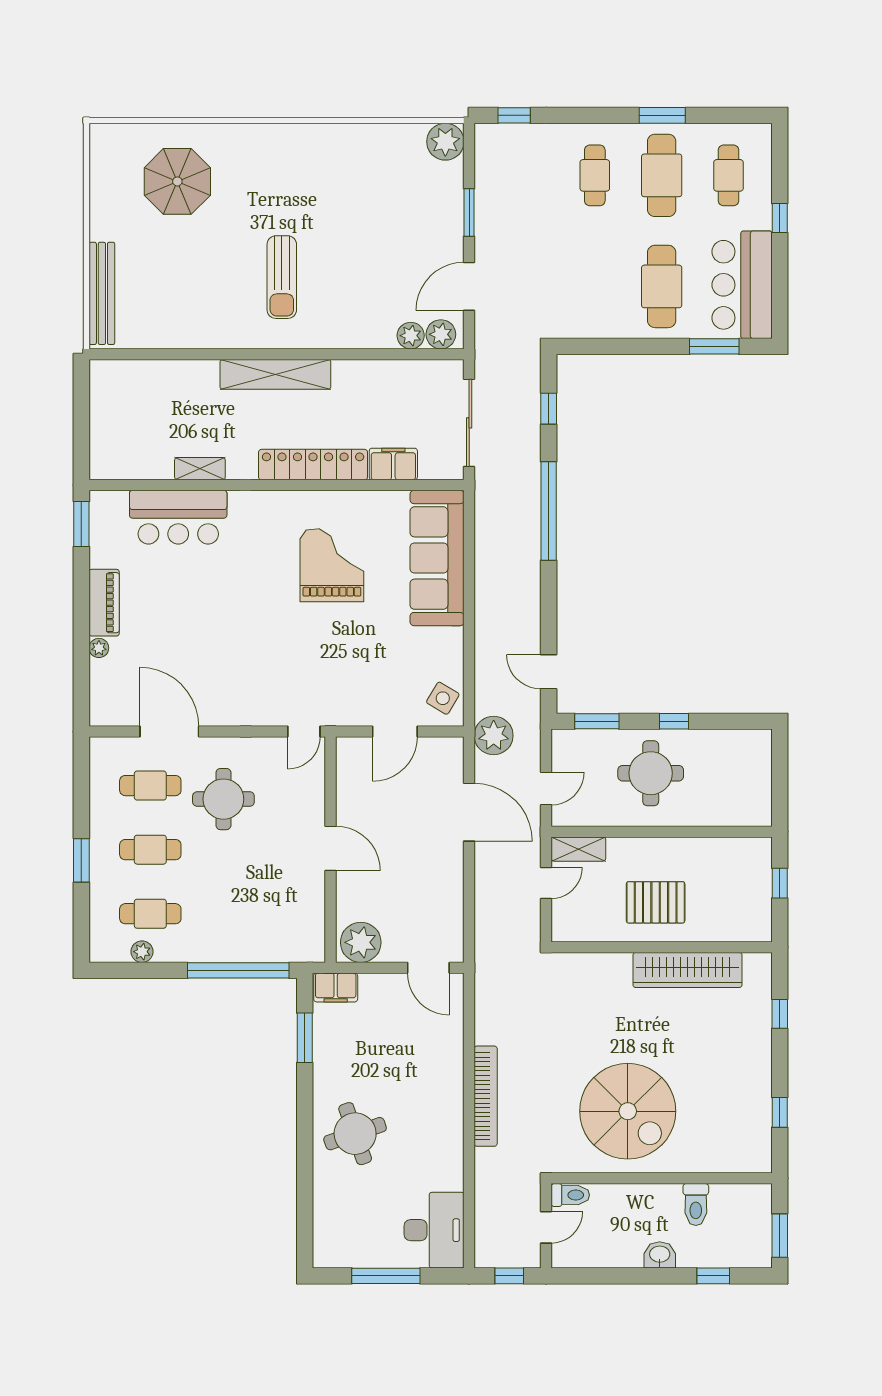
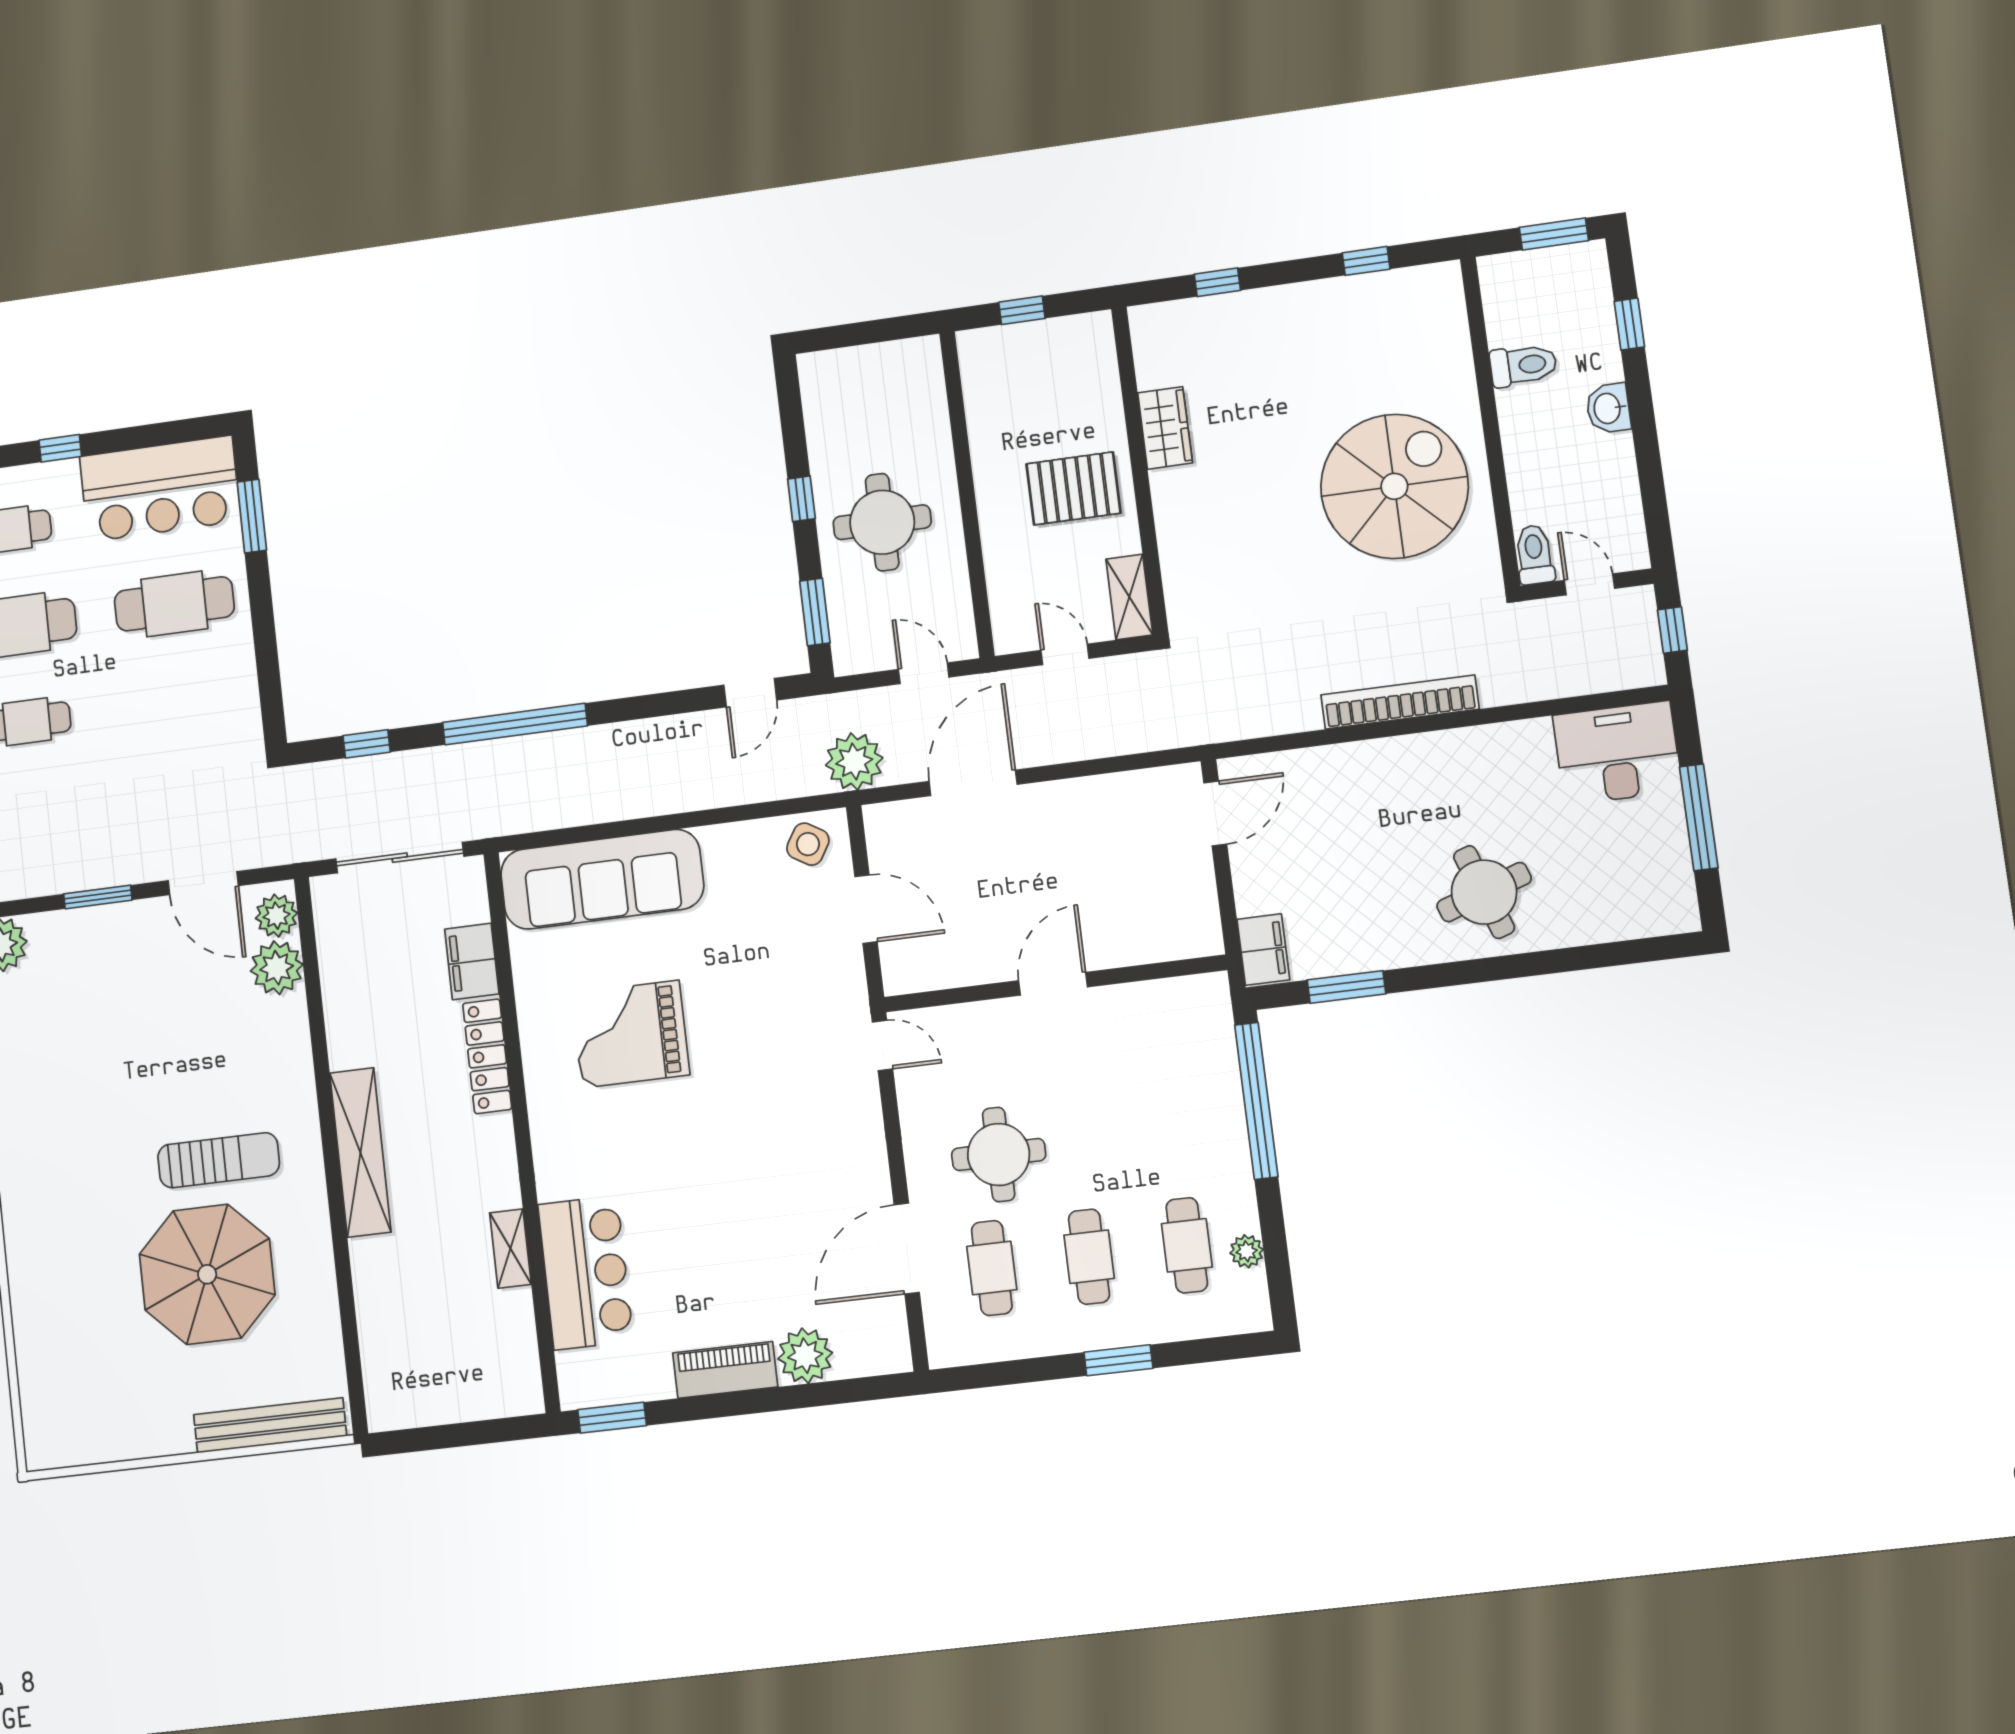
parasol: (177, 181) -> (207, 1274), moved, width x1.36, depth x1.36
plant: (411, 336) -> (277, 968), width x1.36, depth x1.36
locker: (313, 465) -> (487, 1056), width x0.71, depth x0.83
plant: (99, 648) -> (805, 1356), width x1.88, depth x1.88
shelving: (578, 849) -> (1129, 597), moved
pallet: (656, 902) -> (1073, 488), turned 90
plant: (361, 942) -> (1190, 920), removed
wardrobe: (687, 970) -> (1165, 428), width x0.48, depth x0.85

